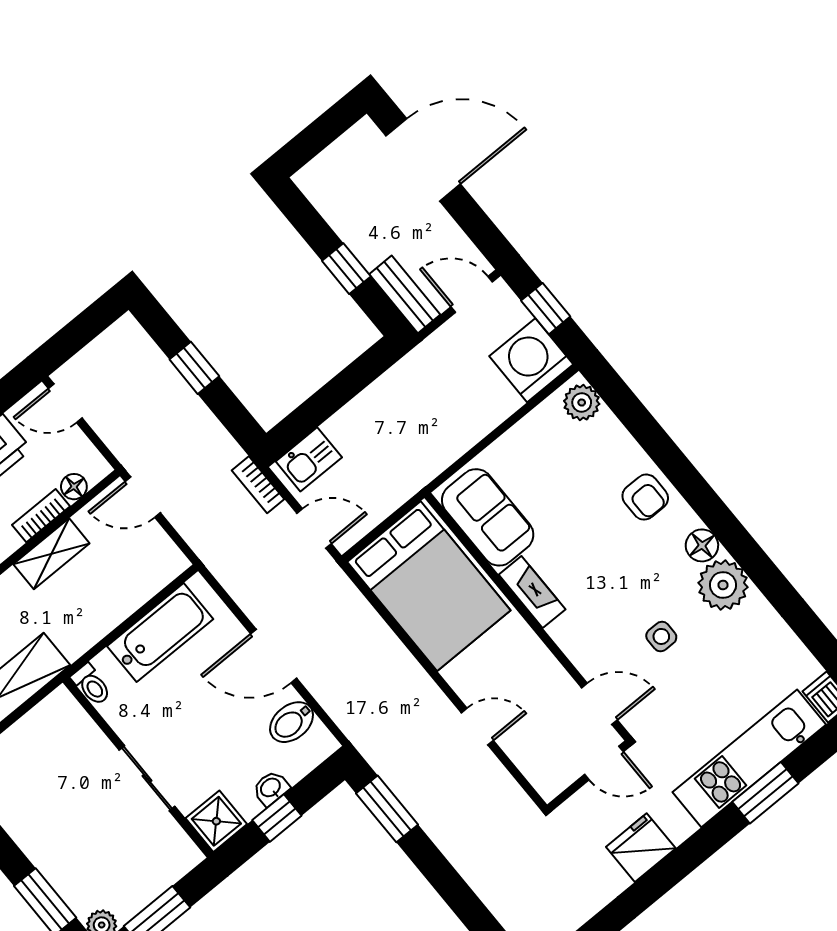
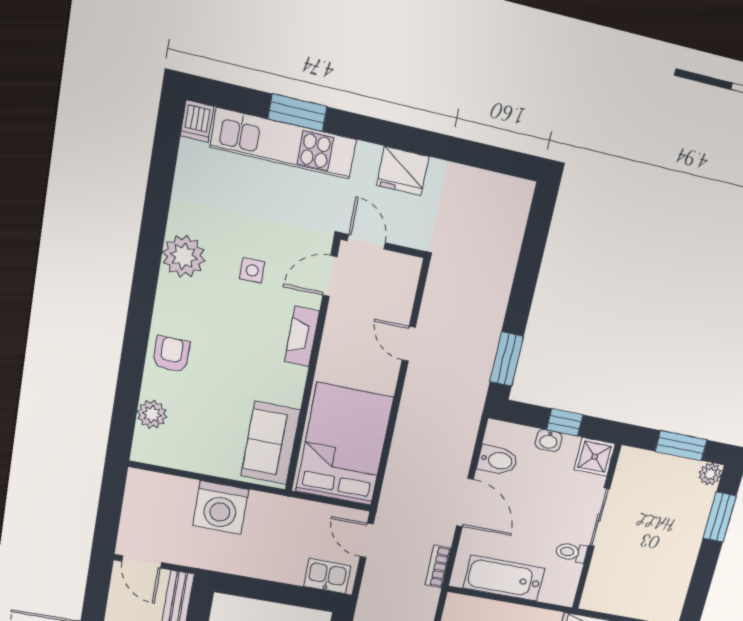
window: (546, 309) -> (109, 511), removed
washing machine: (531, 360) -> (221, 507), moved
plant: (582, 402) -> (152, 414), moved
bookcase: (258, 485) -> (438, 567), moved, turned 180
floor lamp: (702, 545) -> (170, 291), removed
fireplace: (532, 592) -> (302, 336), moved
toilet: (91, 685) -> (571, 552), moved, turned -90
door: (600, 704) -> (330, 276), hinge flipped

